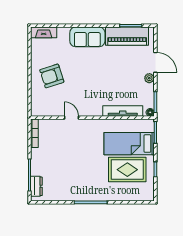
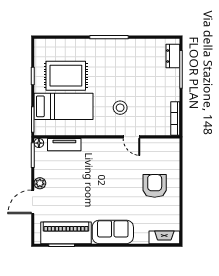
door: (155, 62) -> (33, 202), hinge flipped
armchair: (52, 76) -> (155, 186), turned -72
tv unit: (123, 111) -> (64, 145), width x0.71
stool: (81, 142) -> (120, 108), added

